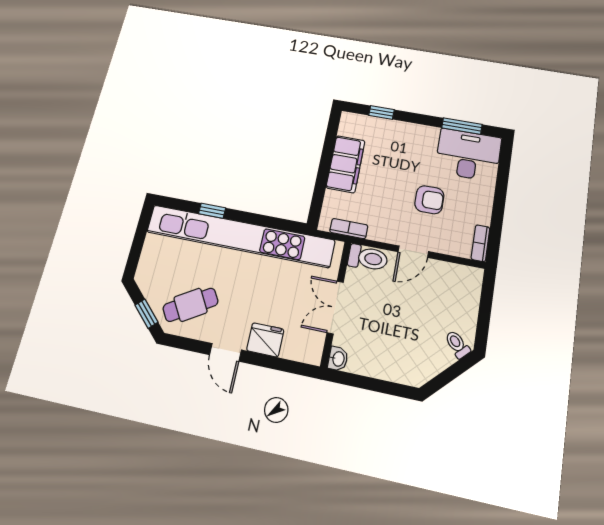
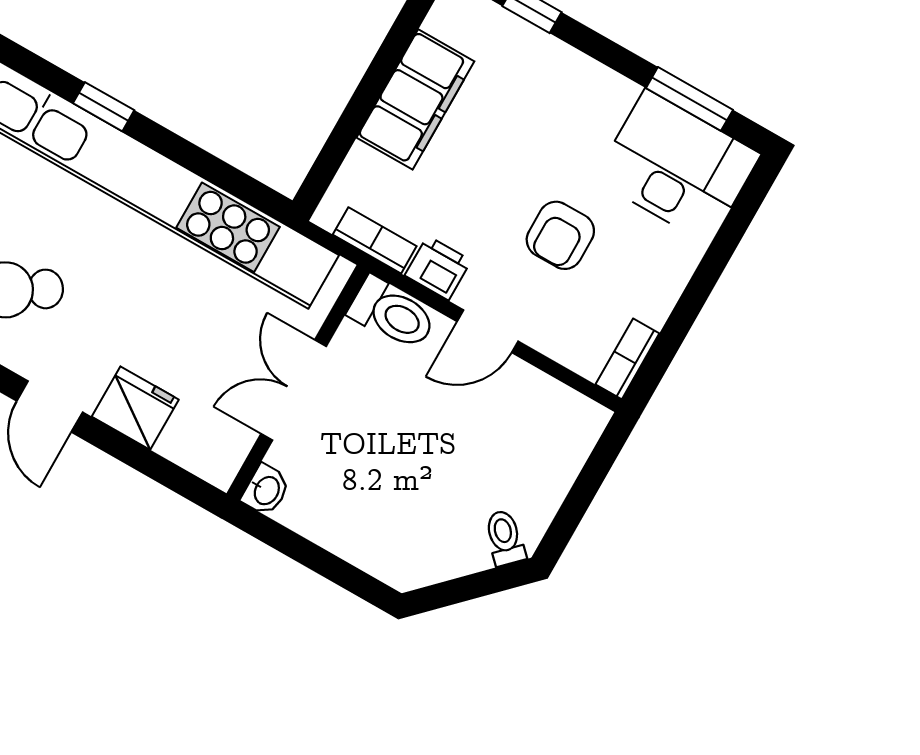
armchair: (429, 200) -> (560, 235), turned 90
printer: (381, 231) -> (438, 268), added

